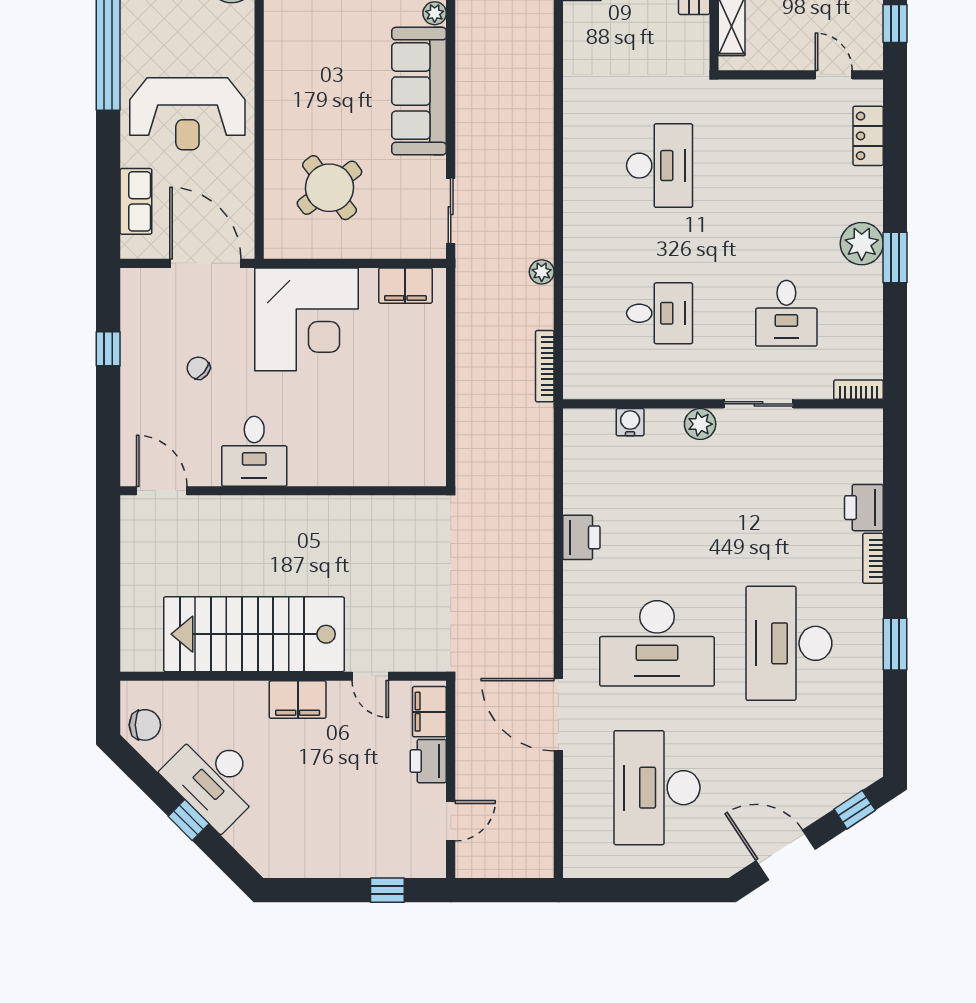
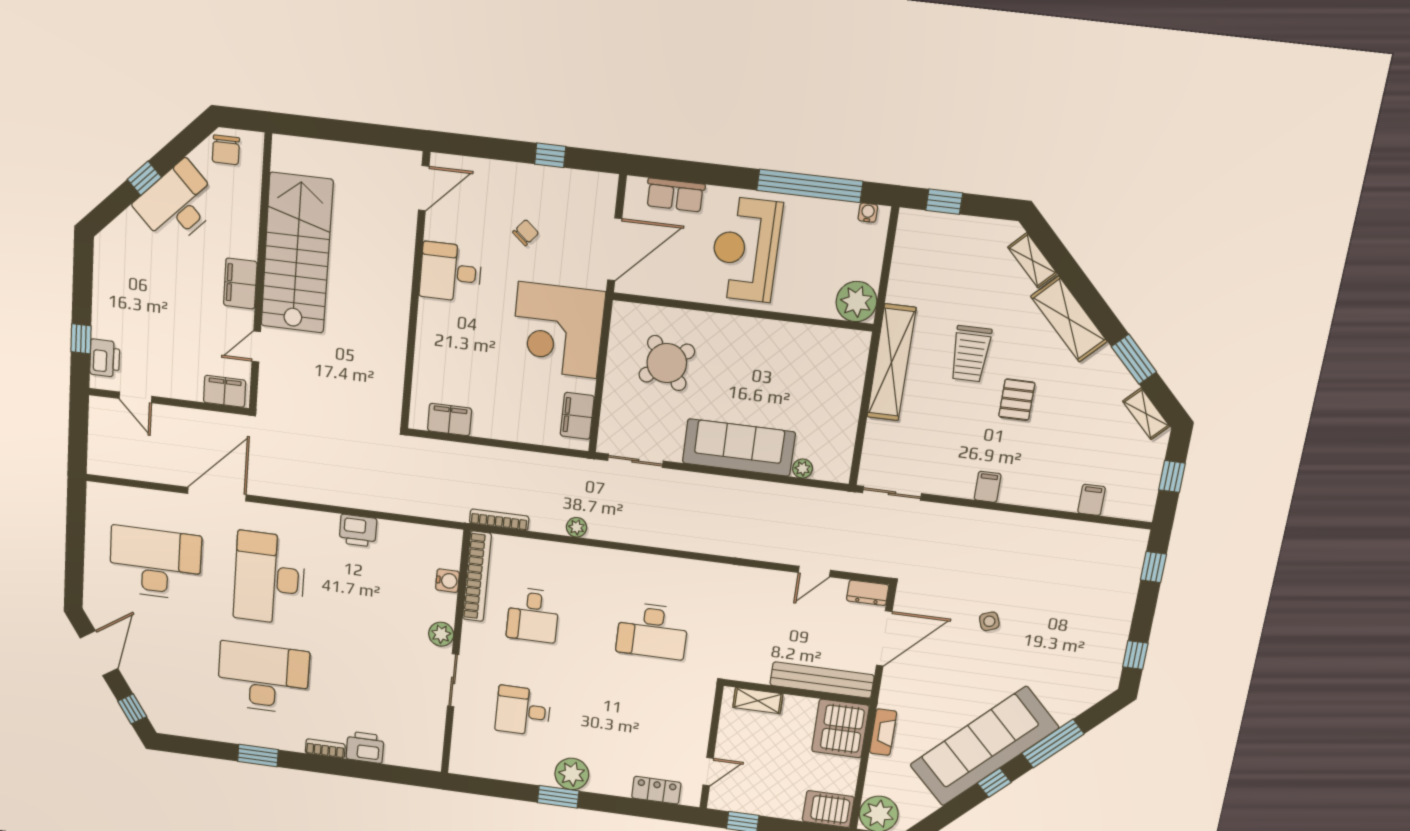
bookcase: (858, 390) -> (477, 576), moved, width x2.31, depth x1.31
filing cabinet: (429, 437) -> (450, 420), added
printer: (428, 761) -> (105, 358), moved, turned 90

